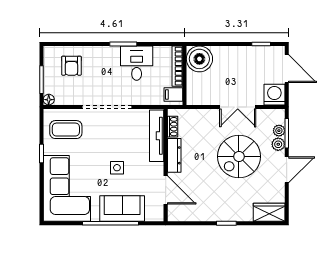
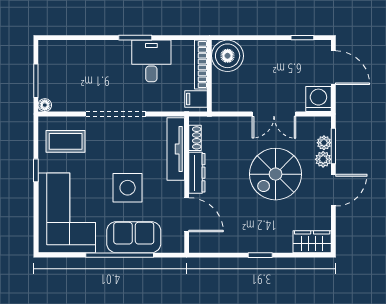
armchair: (71, 66) -> (72, 64), removed
side table: (117, 168) -> (128, 188), width x1.87, depth x1.87

